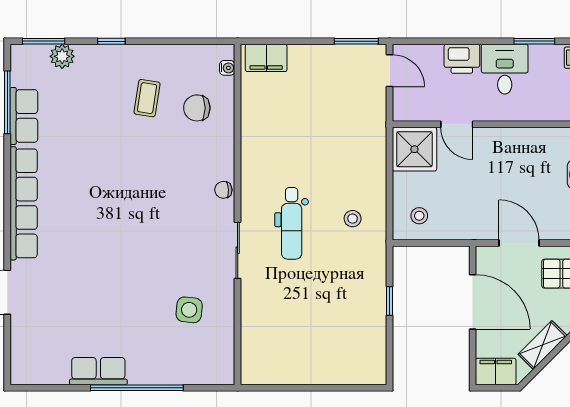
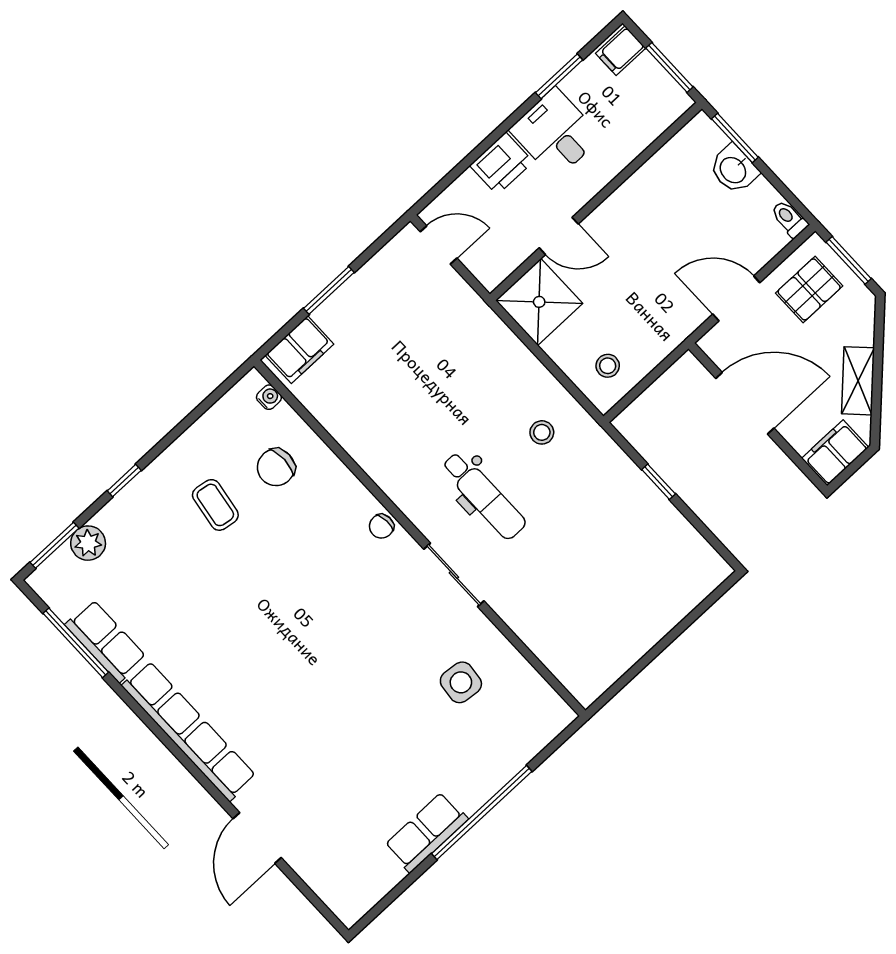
window: (356, 41) -> (329, 290), moved

